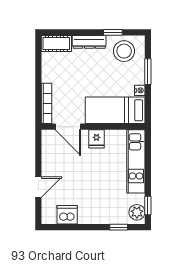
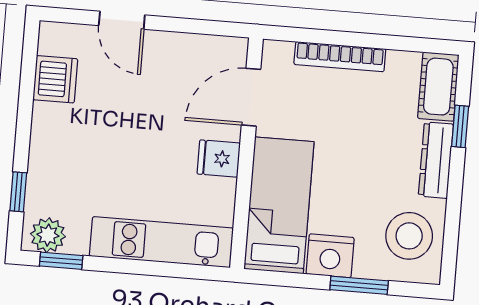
window: (113, 32) -> (460, 126), moved
nightstand: (140, 90) -> (330, 256), width x1.89, depth x1.79
bookcase: (47, 103) -> (340, 57), moved

